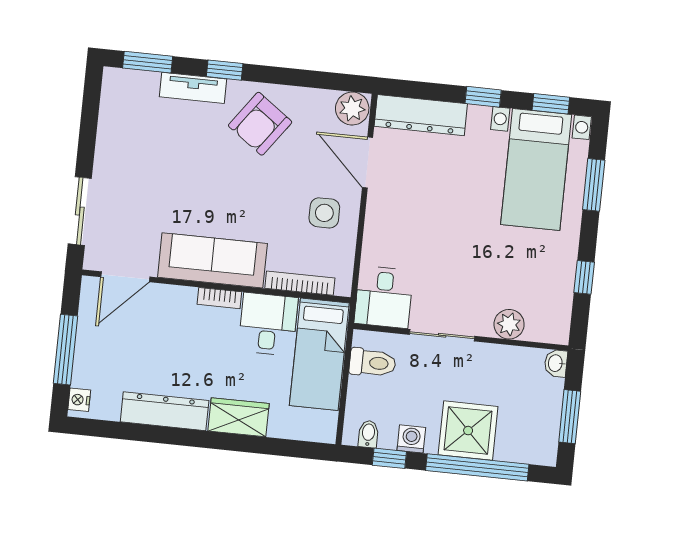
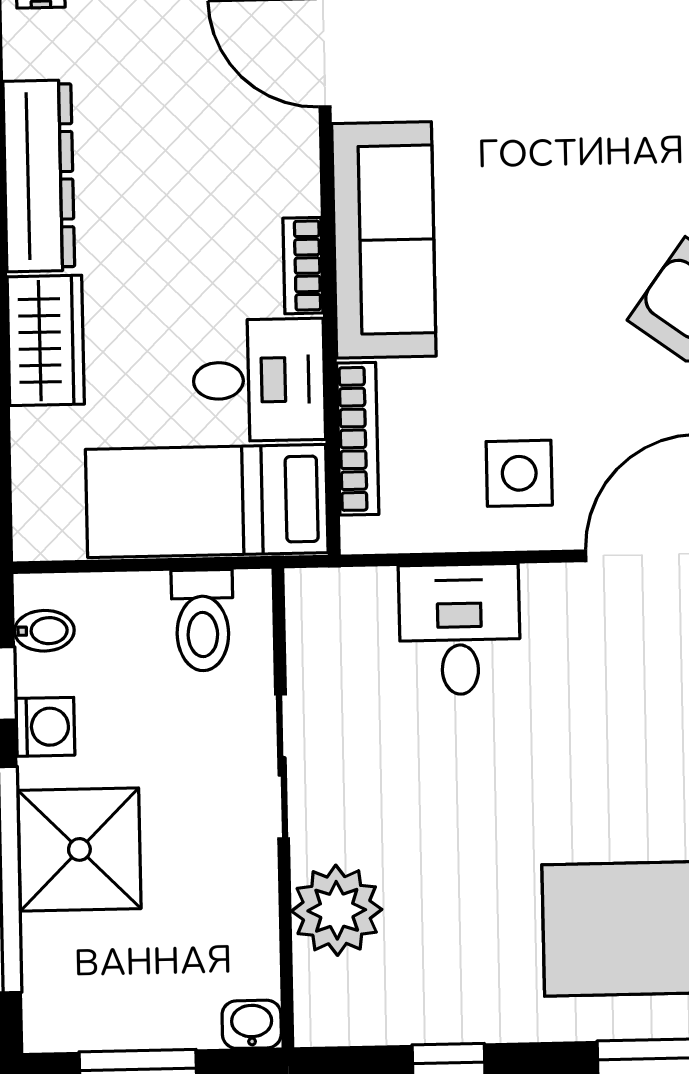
desk: (384, 297) -> (460, 629), moved, turned 90
plant: (509, 324) -> (337, 910), width x1.36, depth x1.36

